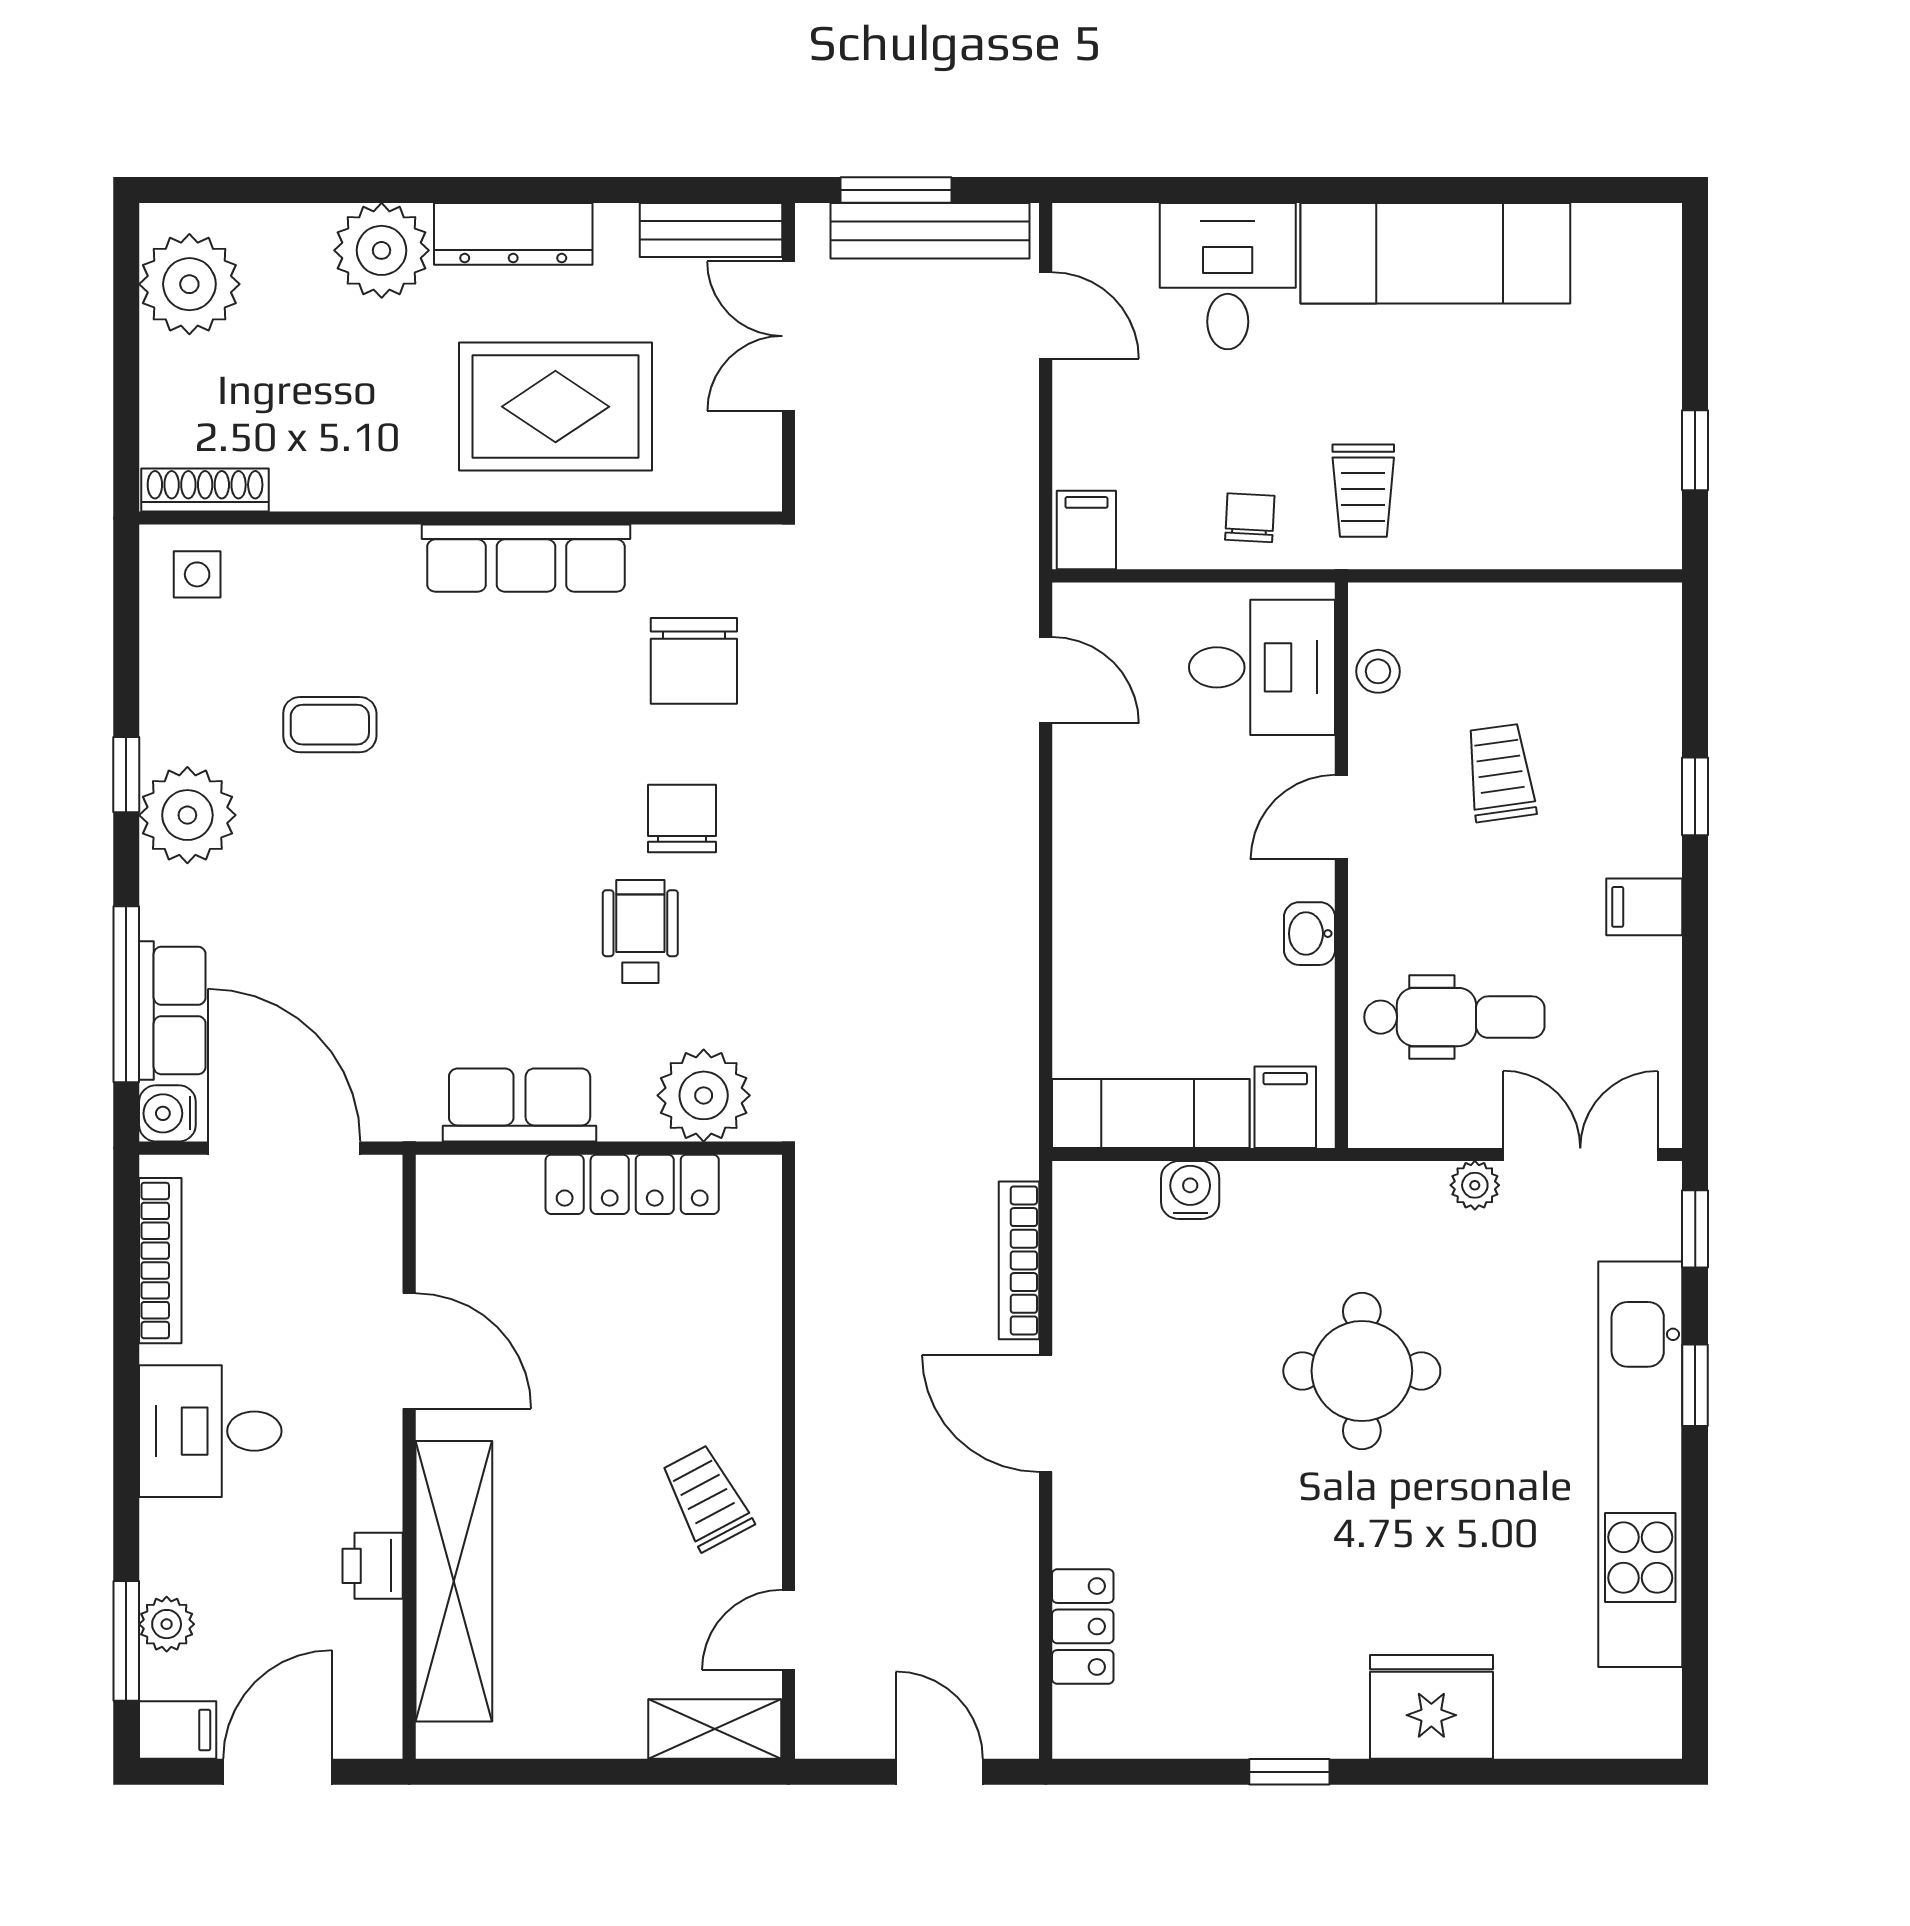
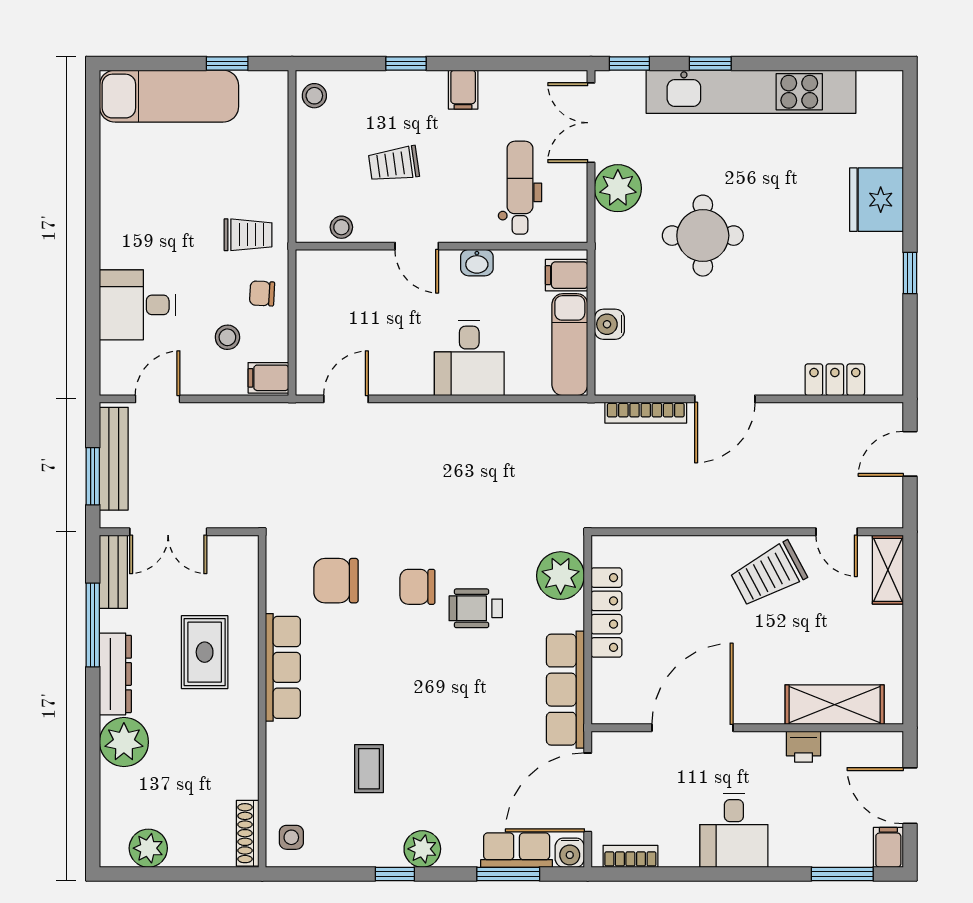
window: (608, 190) -> (93, 625), added
exam couch: (1435, 253) -> (169, 96), moved, turned 90
plant: (189, 284) -> (148, 848), width x0.73, depth x0.73
rug: (555, 407) -> (205, 652), width x0.73, depth x0.70
stool: (1165, 451) -> (227, 337), added
stool: (1633, 619) -> (314, 96), added
chair: (694, 661) -> (336, 581), turned 180
desk: (1262, 667) -> (469, 358), moved, turned 180
plant: (187, 815) -> (422, 849), width x0.73, depth x0.73
window: (126, 994) -> (508, 874), width x0.69
row of seats: (520, 1105) -> (565, 690), width x1.48
plant: (1475, 1185) -> (618, 188), width x1.87, depth x1.87
bookcase: (160, 1261) -> (630, 856), width x0.64
door: (409, 1351) -> (692, 728), width x1.36
trolley: (707, 1498) -> (768, 574), width x1.36, depth x1.39
shelving: (454, 1581) -> (835, 705), width x0.68
plant: (167, 1624) -> (834, 853), removed

